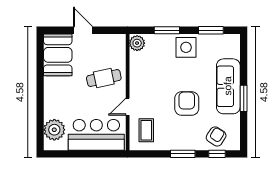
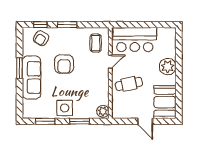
plant: (54, 130) -> (168, 67), moved

